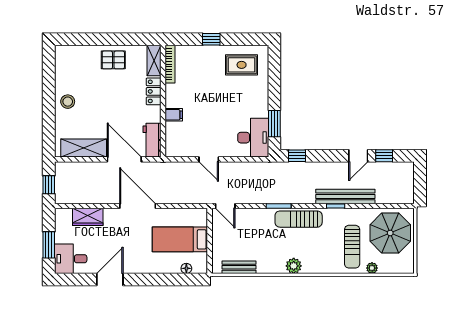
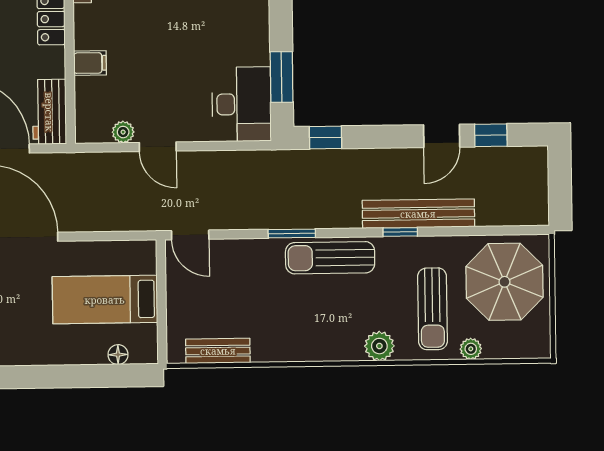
plant: (191, 151) -> (123, 132), added
plant: (294, 266) -> (379, 346), moved

